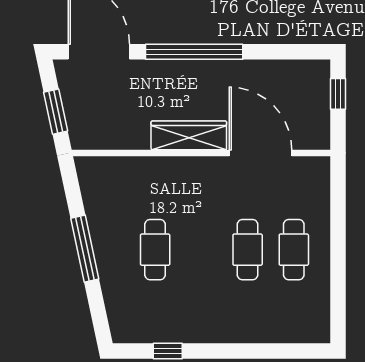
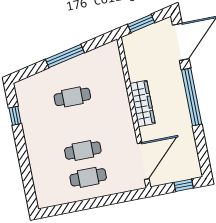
door: (261, 153) -> (143, 161), moved

